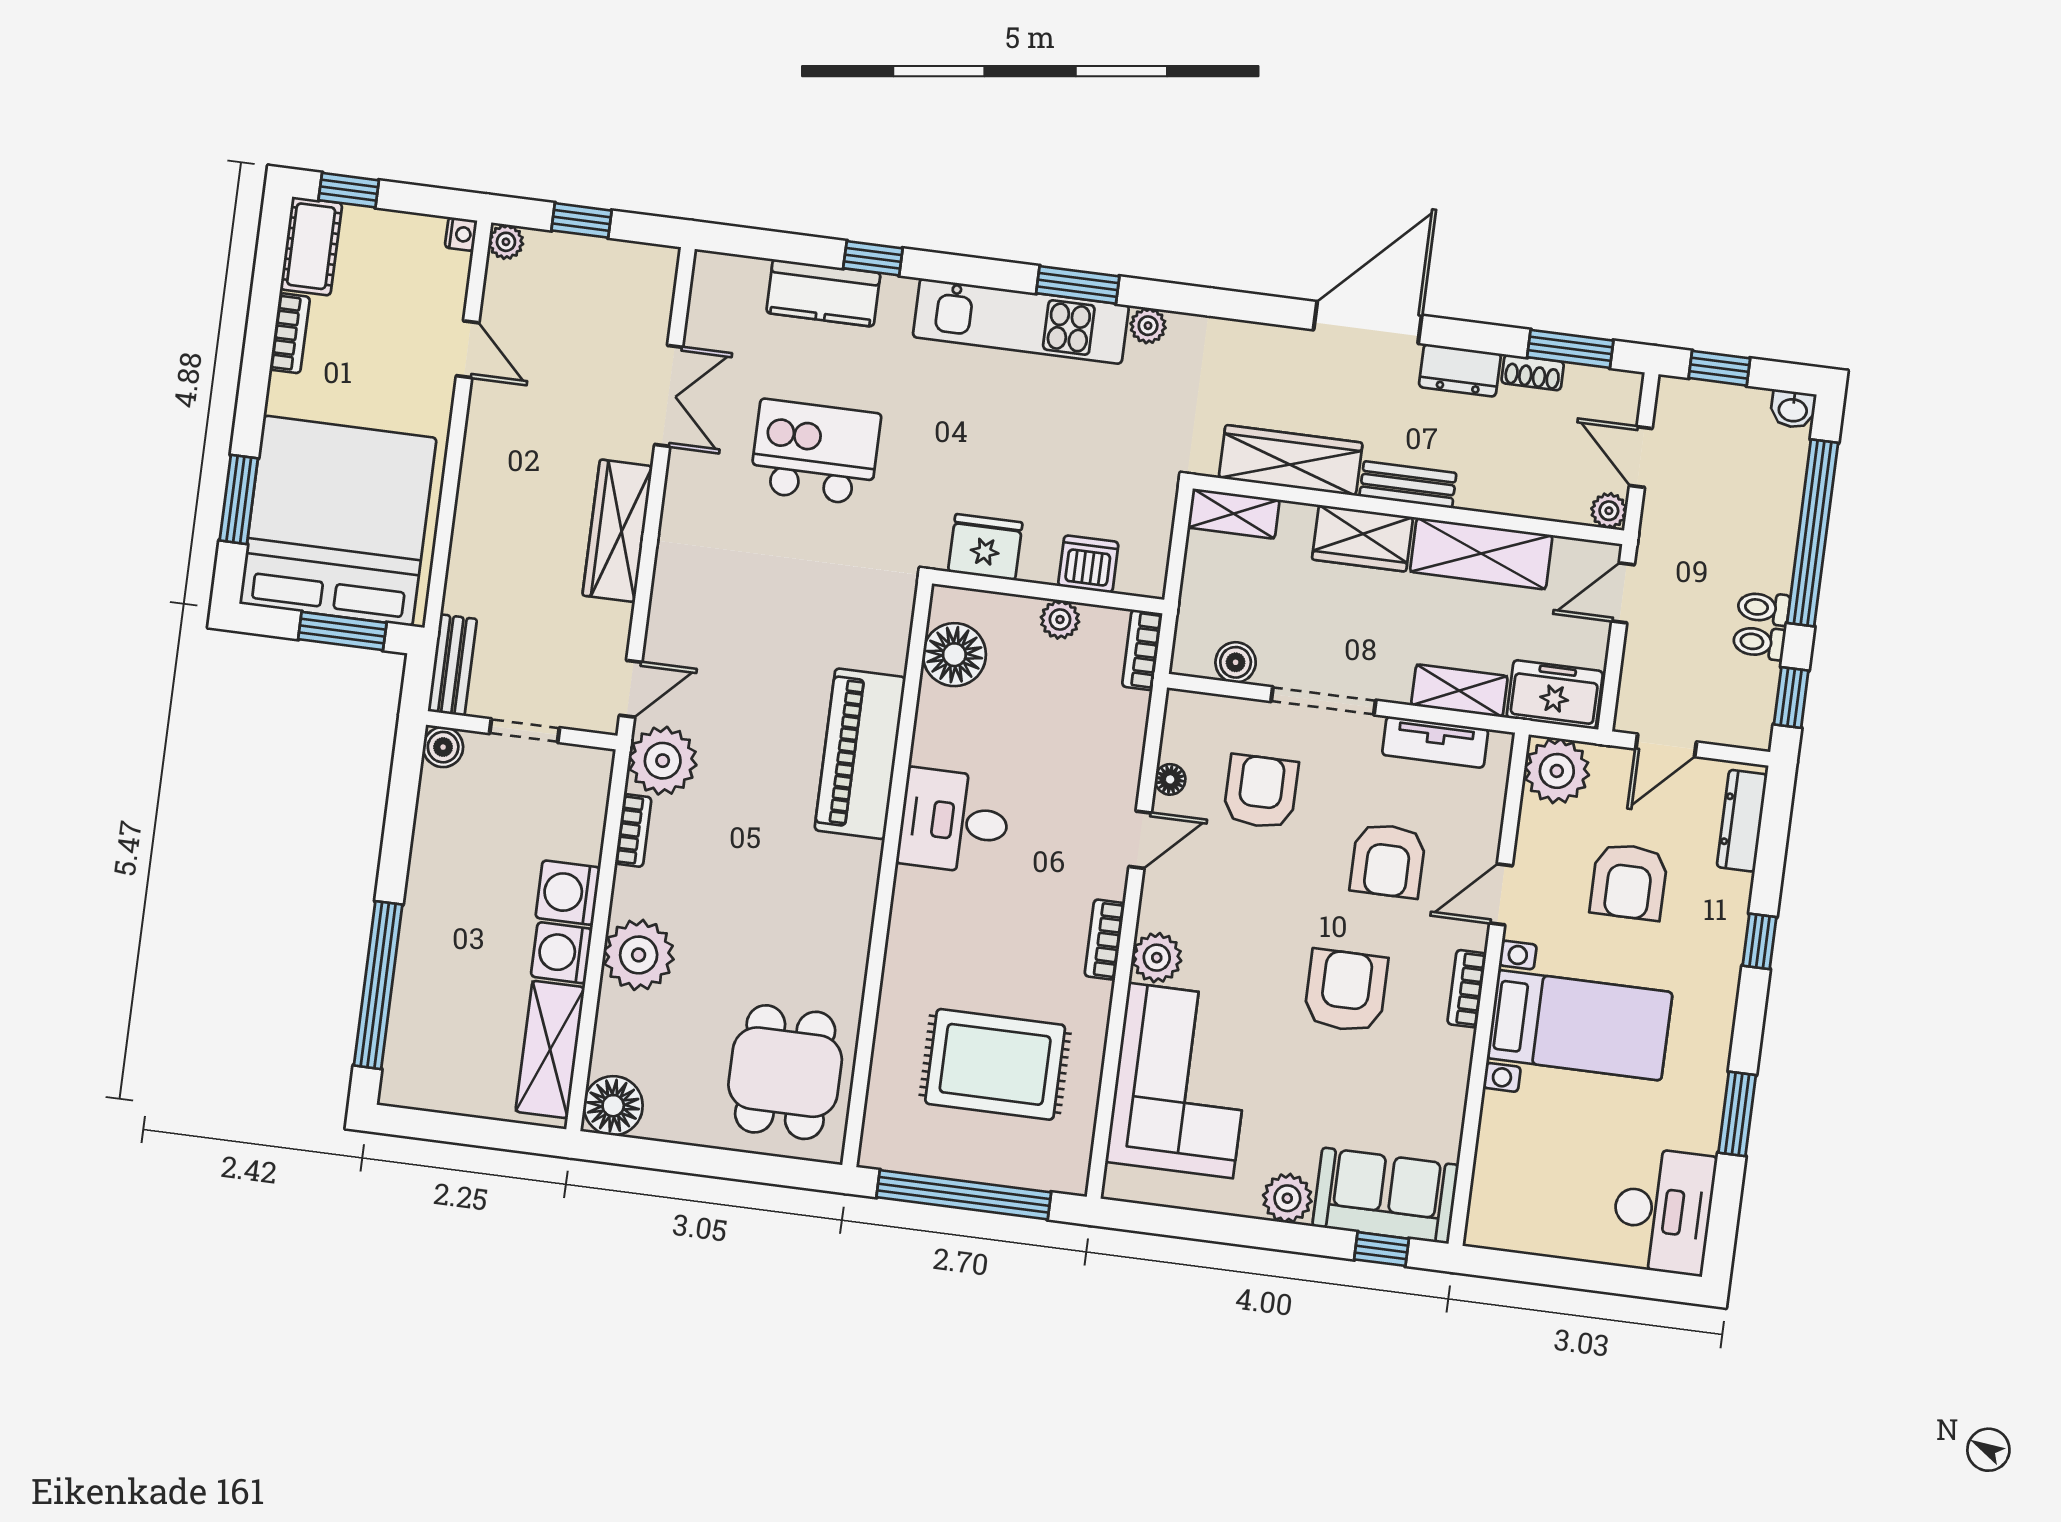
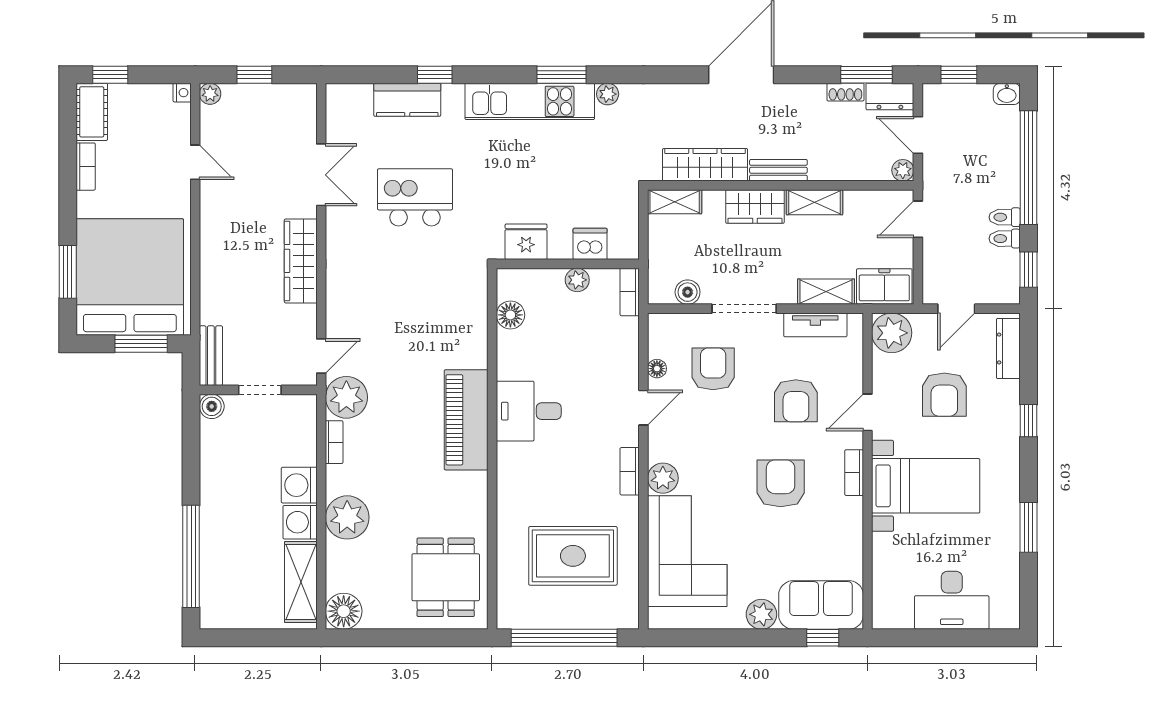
dresser: (1460, 370) -> (890, 97), moved
shelving: (1481, 554) -> (814, 202), width x0.67, depth x0.75
floor lamp: (954, 655) -> (510, 315), width x0.73, depth x0.73
piano: (860, 754) -> (466, 420), moved
desk: (1663, 1211) -> (952, 600), moved, turned 90

